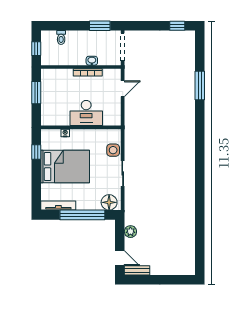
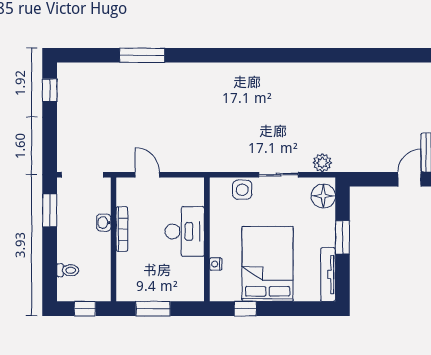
window: (82, 215) -> (343, 237), width x0.47
plant: (130, 232) -> (322, 163), moved

